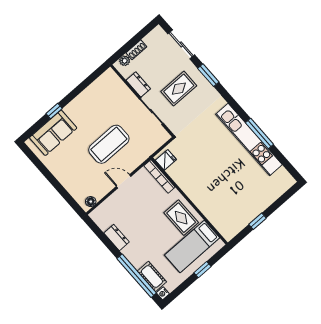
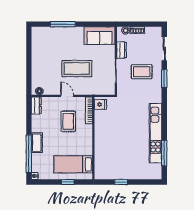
window: (54, 111) -> (63, 24), width x2.17
sofa: (53, 133) -> (99, 36), moved
window: (260, 134) -> (164, 153), moved
rug: (181, 218) -> (68, 121), moved
dresser: (116, 237) -> (36, 106), moved
cot: (152, 277) -> (37, 143), moved

